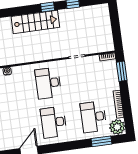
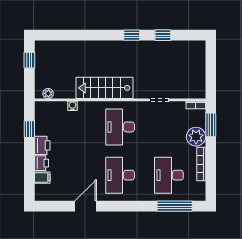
stairs: (35, 22) -> (104, 88), moved, turned 180
plant: (117, 127) -> (196, 137), moved
window: (101, 141) -> (175, 206), width x1.44

